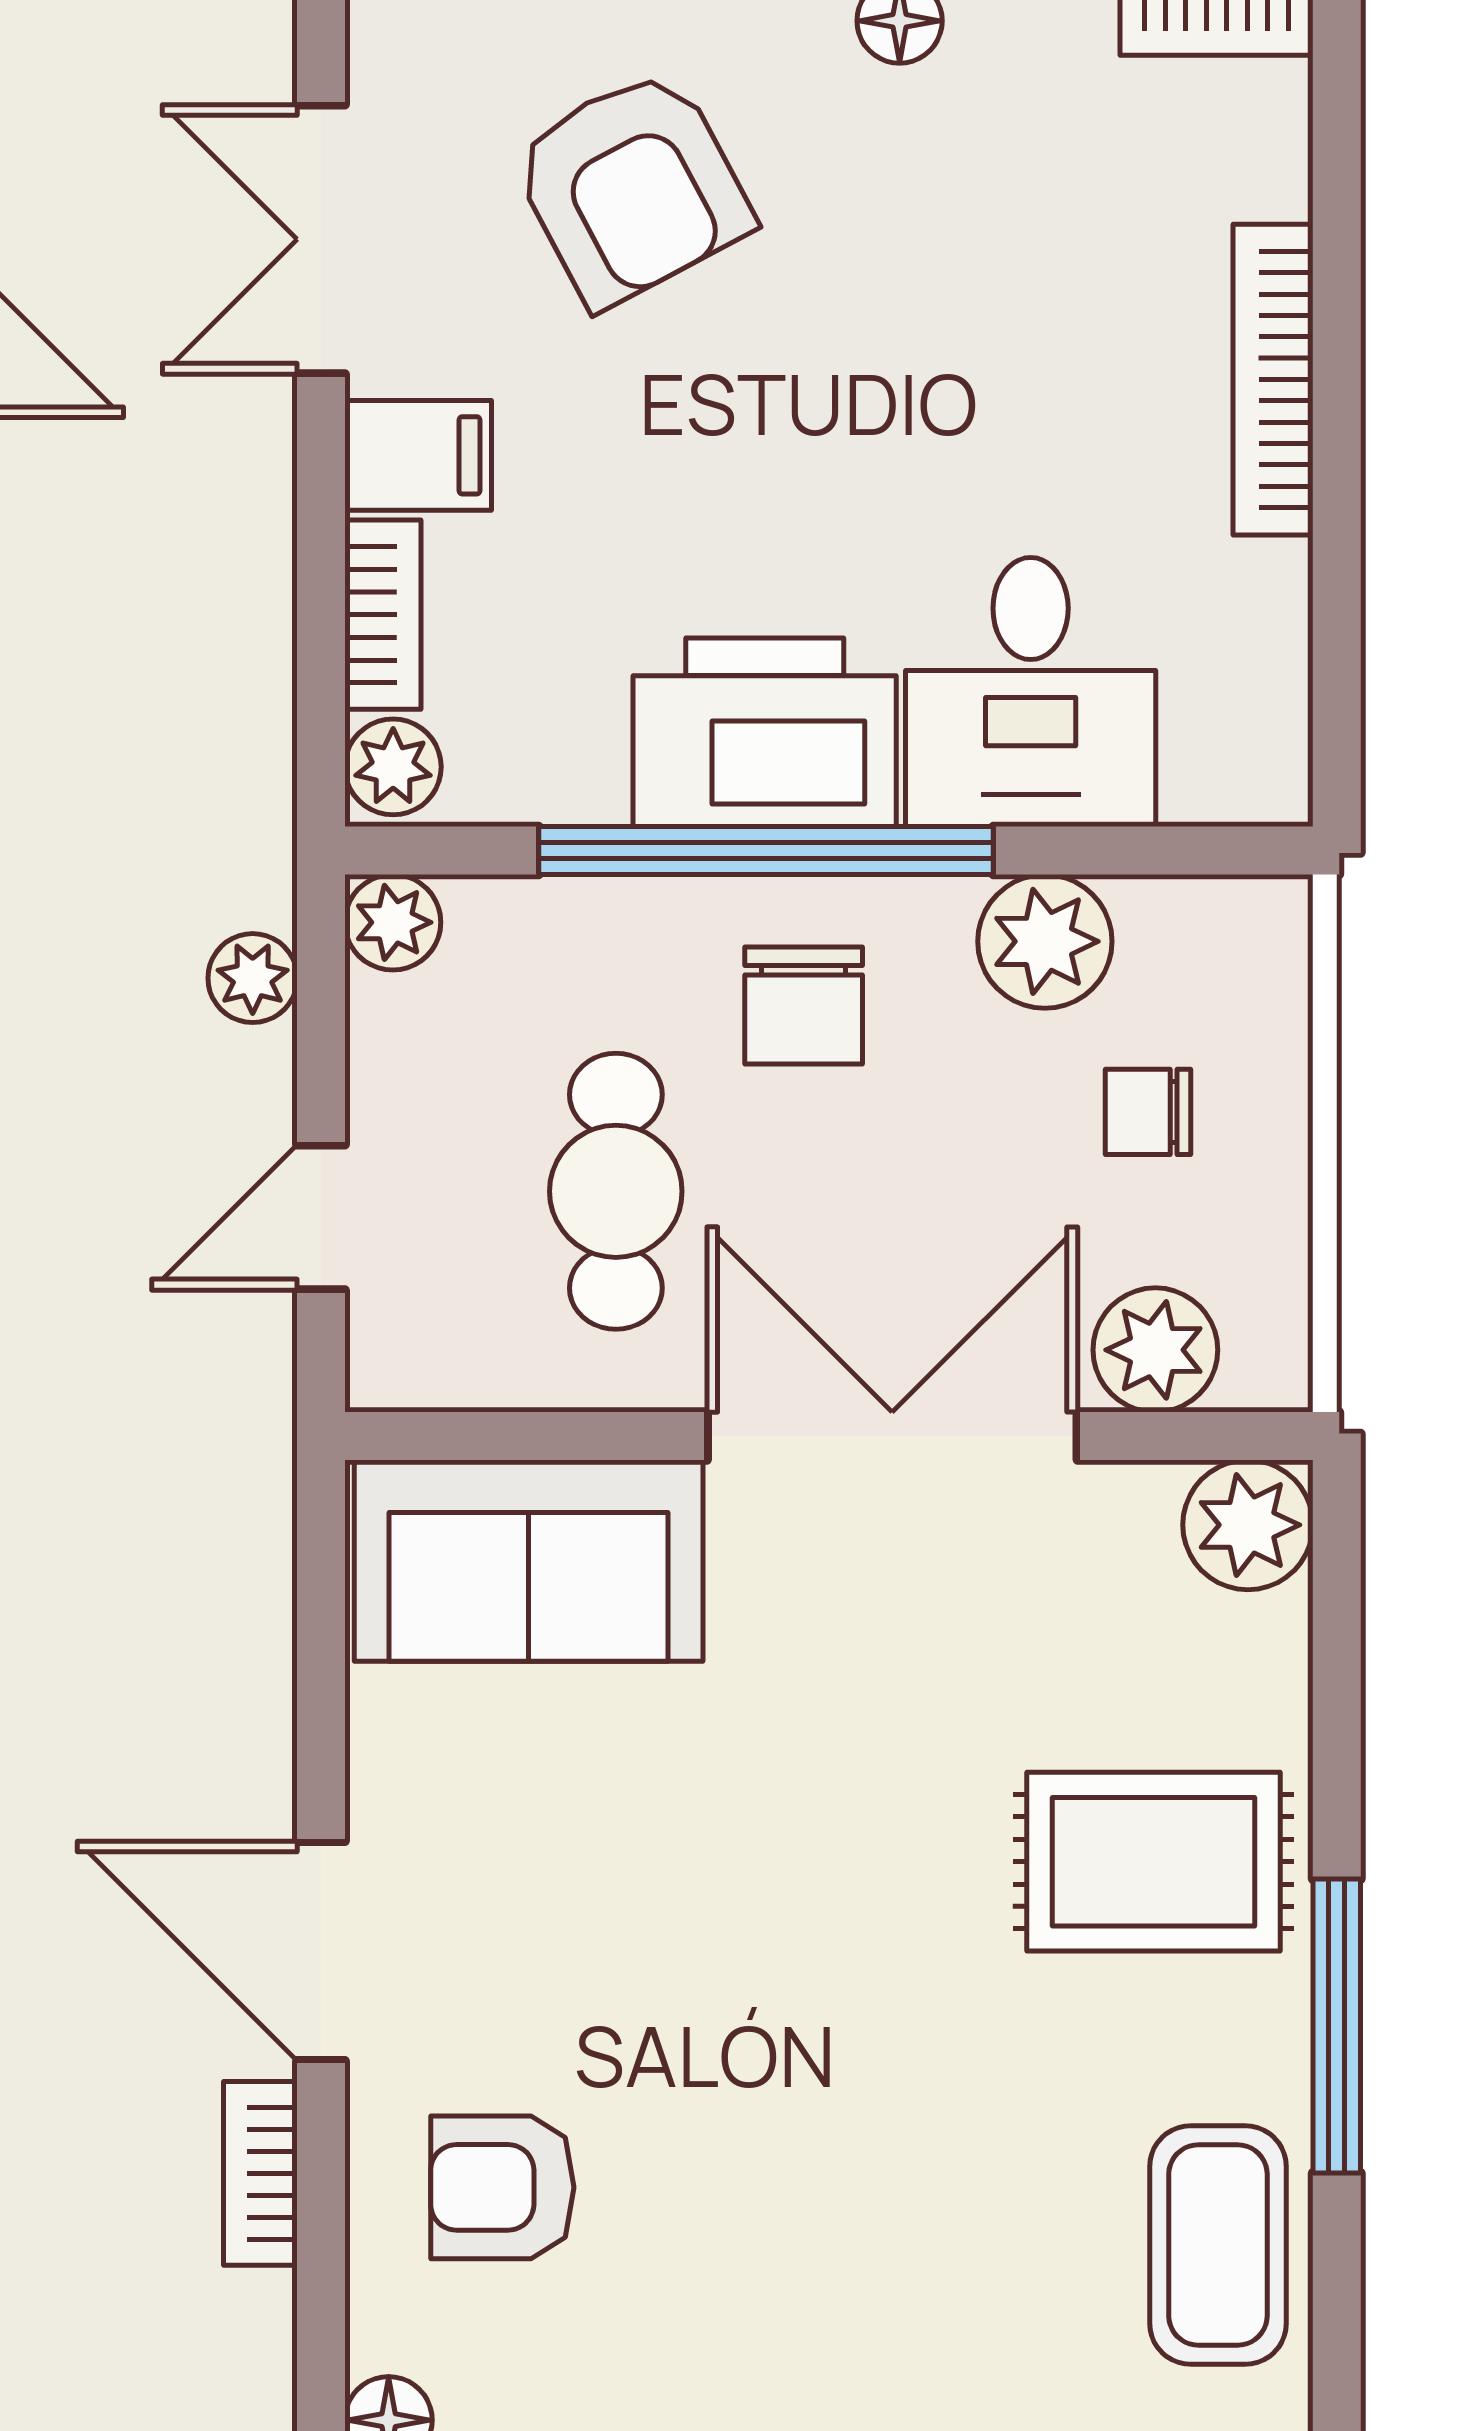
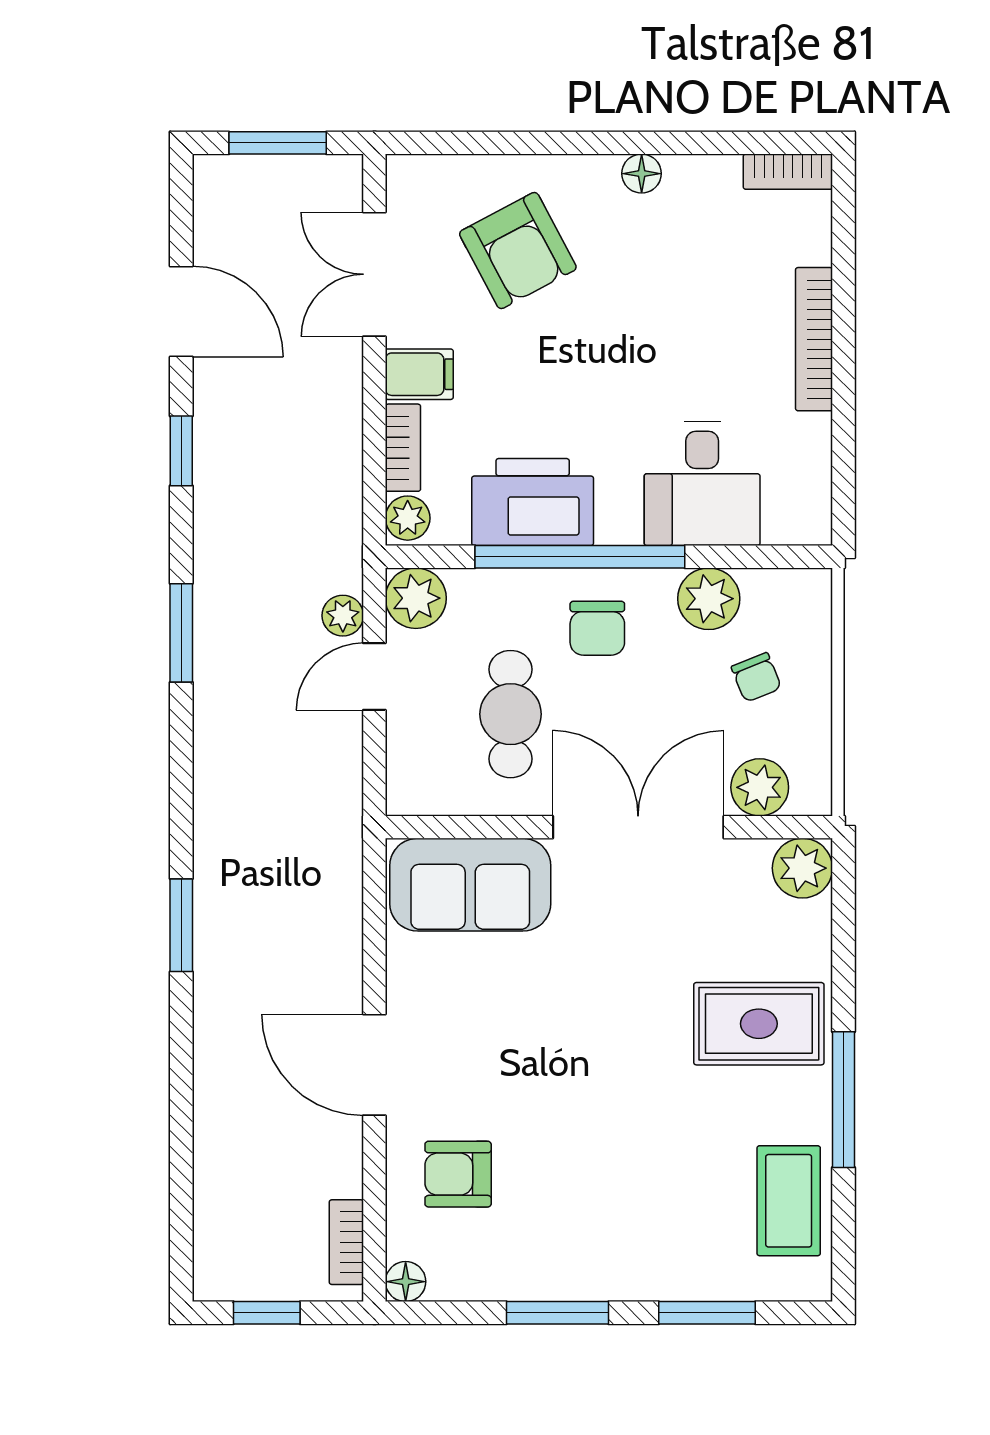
printer: (765, 732) -> (533, 502), moved
plant: (393, 922) -> (416, 598), width x1.38, depth x1.38
chair: (1148, 1112) -> (756, 677), turned -112
door: (321, 1217) -> (374, 677), moved
bookcase: (260, 2173) -> (346, 1242), moved

